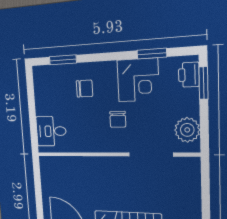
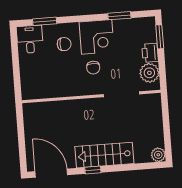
printer: (189, 75) -> (150, 53), moved
corner desk: (138, 80) -> (97, 37), moved
desk: (51, 131) -> (30, 39), moved, turned 90

